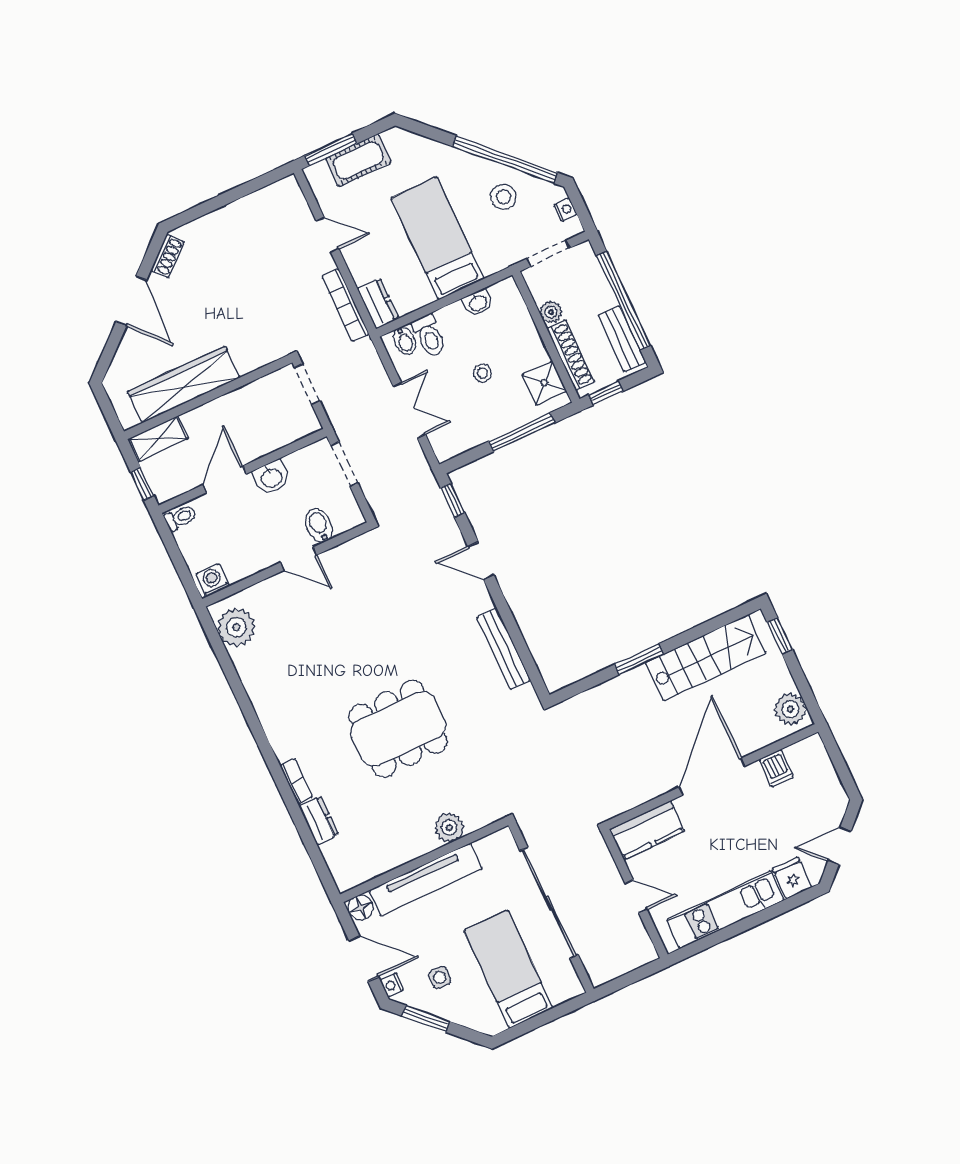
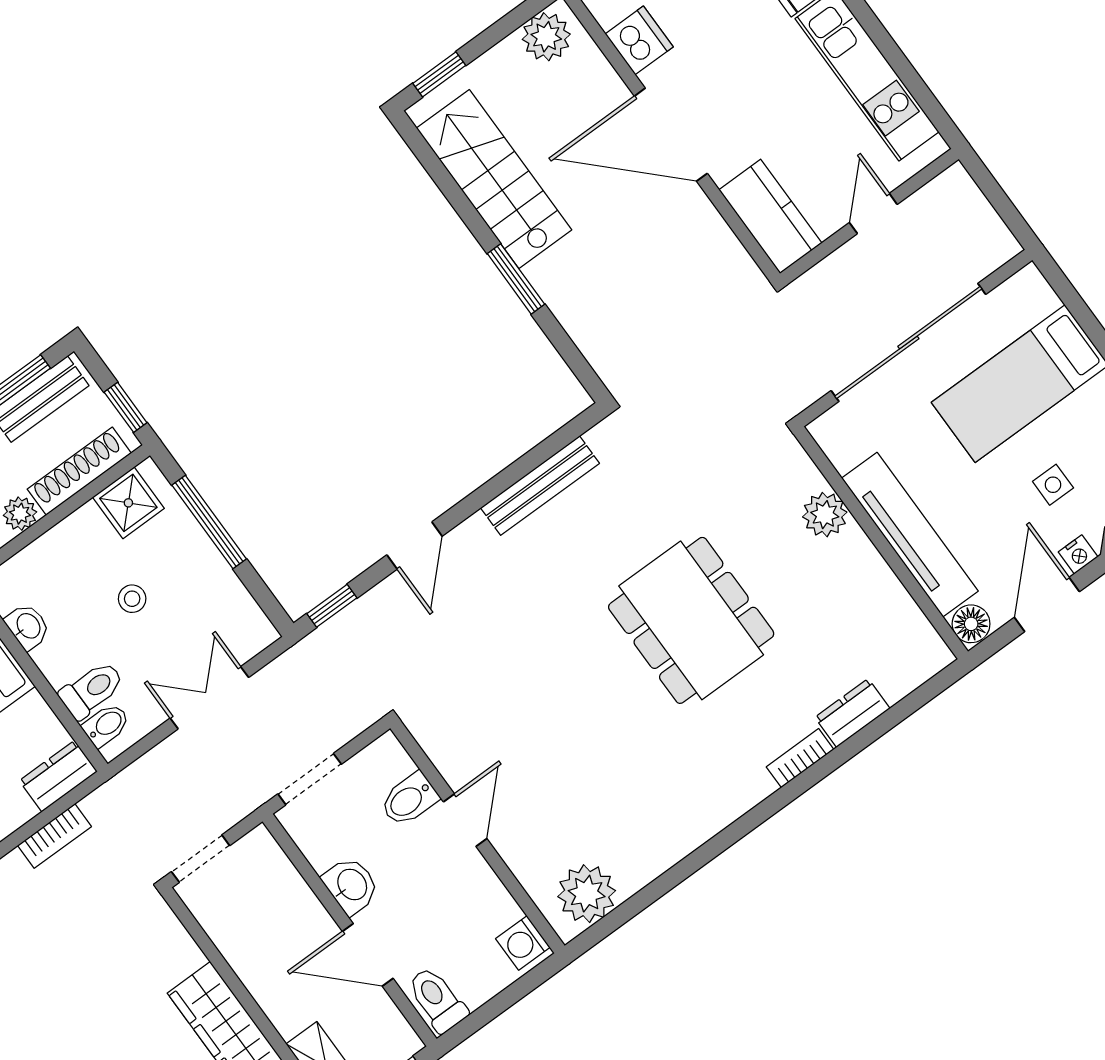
bookcase: (346, 305) -> (54, 836), width x0.64
toilet: (181, 517) -> (437, 999), width x1.37, depth x1.39
dishwasher: (776, 768) -> (639, 40), width x1.38

